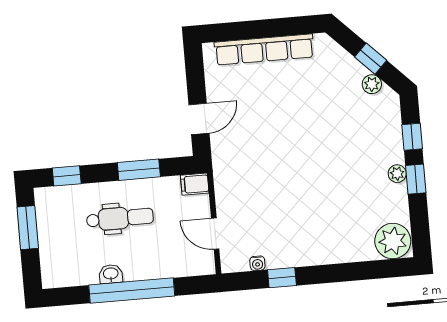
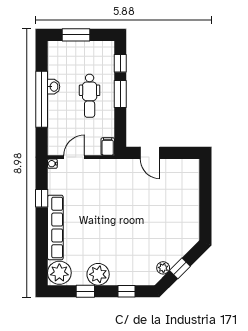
row of seats: (264, 50) -> (55, 228), moved, turned 180
window: (139, 170) -> (120, 94), moved
plant: (397, 174) -> (98, 274), width x1.88, depth x1.88
window: (416, 179) -> (85, 291), moved
window: (28, 228) -> (76, 35), moved
water cooler: (257, 263) -> (52, 164), moved

